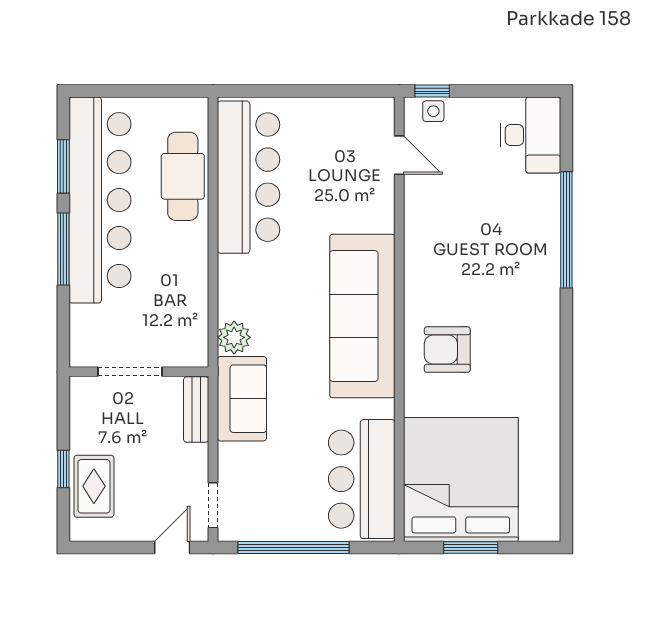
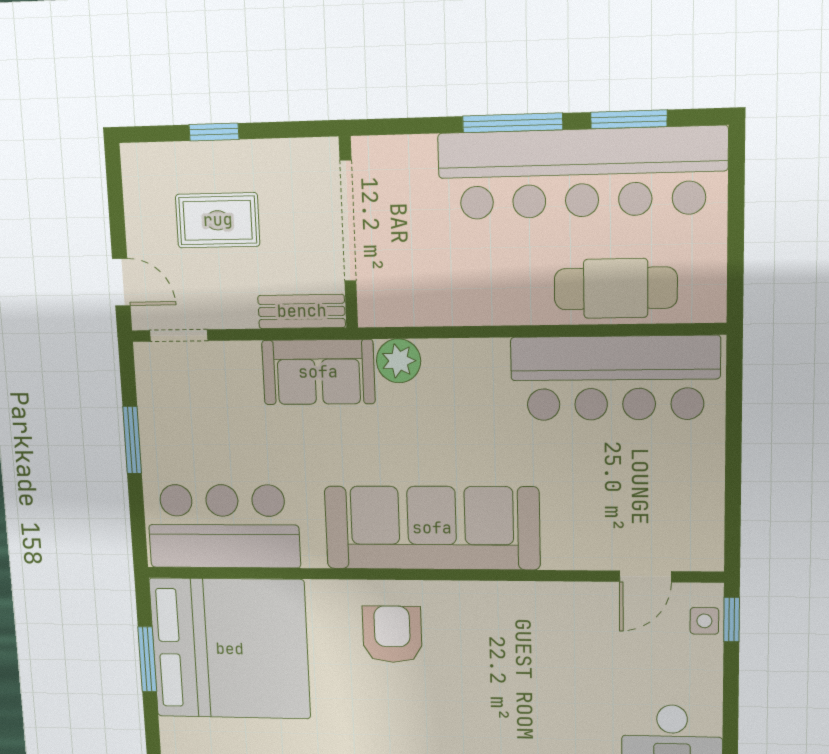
doorway: (130, 372) -> (348, 221), width x1.36
rug: (94, 486) -> (218, 220), moved
window: (294, 548) -> (132, 440), width x0.47

